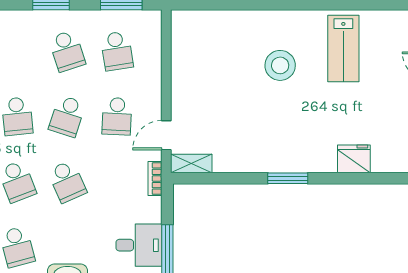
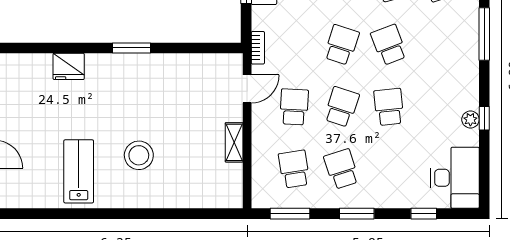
shelving: (191, 164) -> (234, 142), moved, turned 90
school desk: (67, 182) -> (341, 45), turned 42

